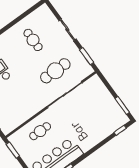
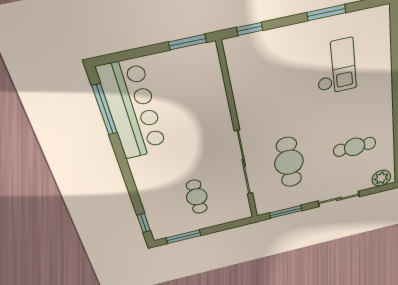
plant: (46, 13) -> (381, 178), added
cafe table: (40, 131) -> (197, 197), moved

